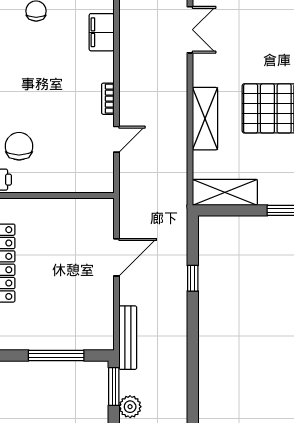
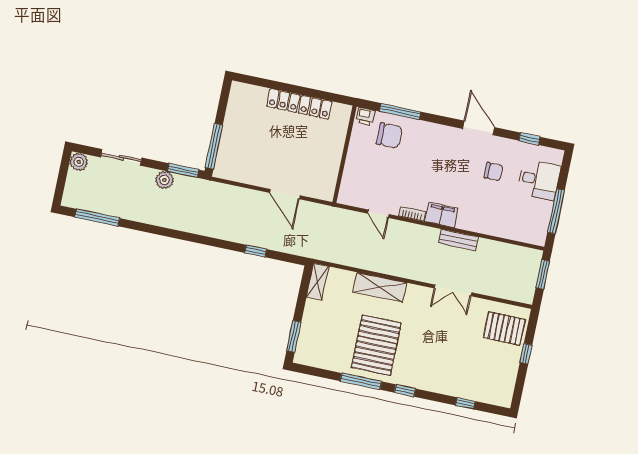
filing cabinet: (102, 32) -> (441, 215), moved
shelving: (225, 192) -> (318, 282), width x0.67, depth x0.75
bench: (128, 338) -> (458, 240), moved, width x0.73
window: (56, 355) -> (214, 146), moved

